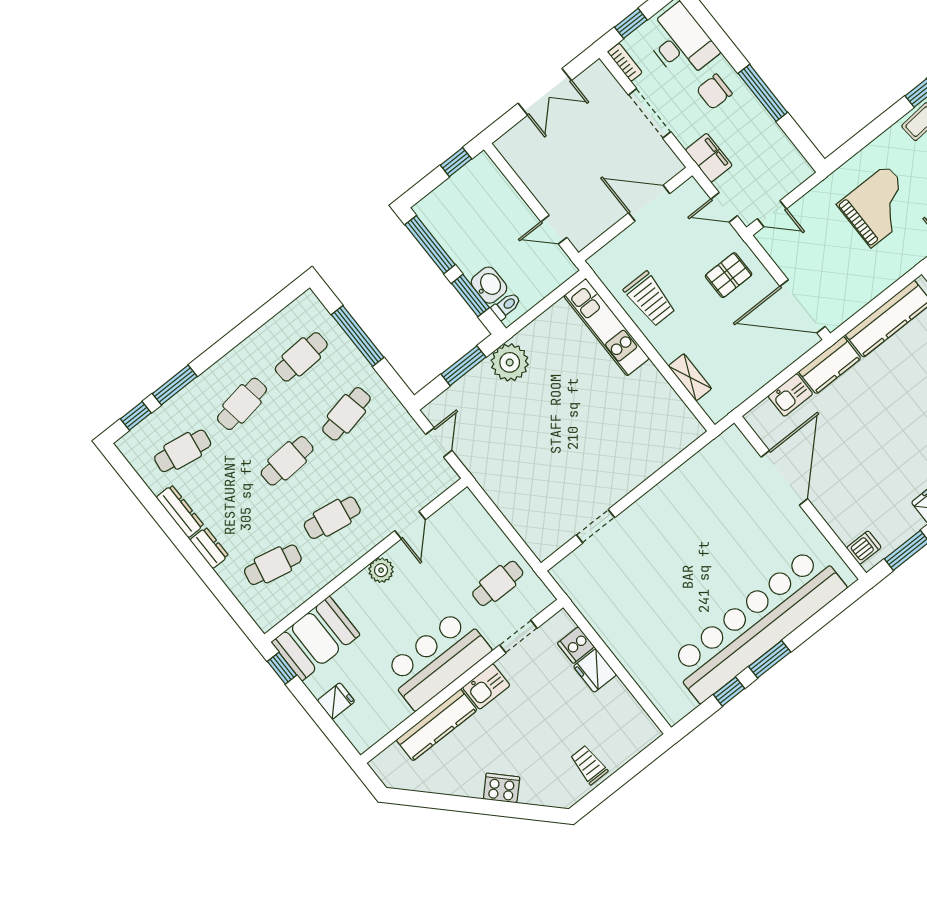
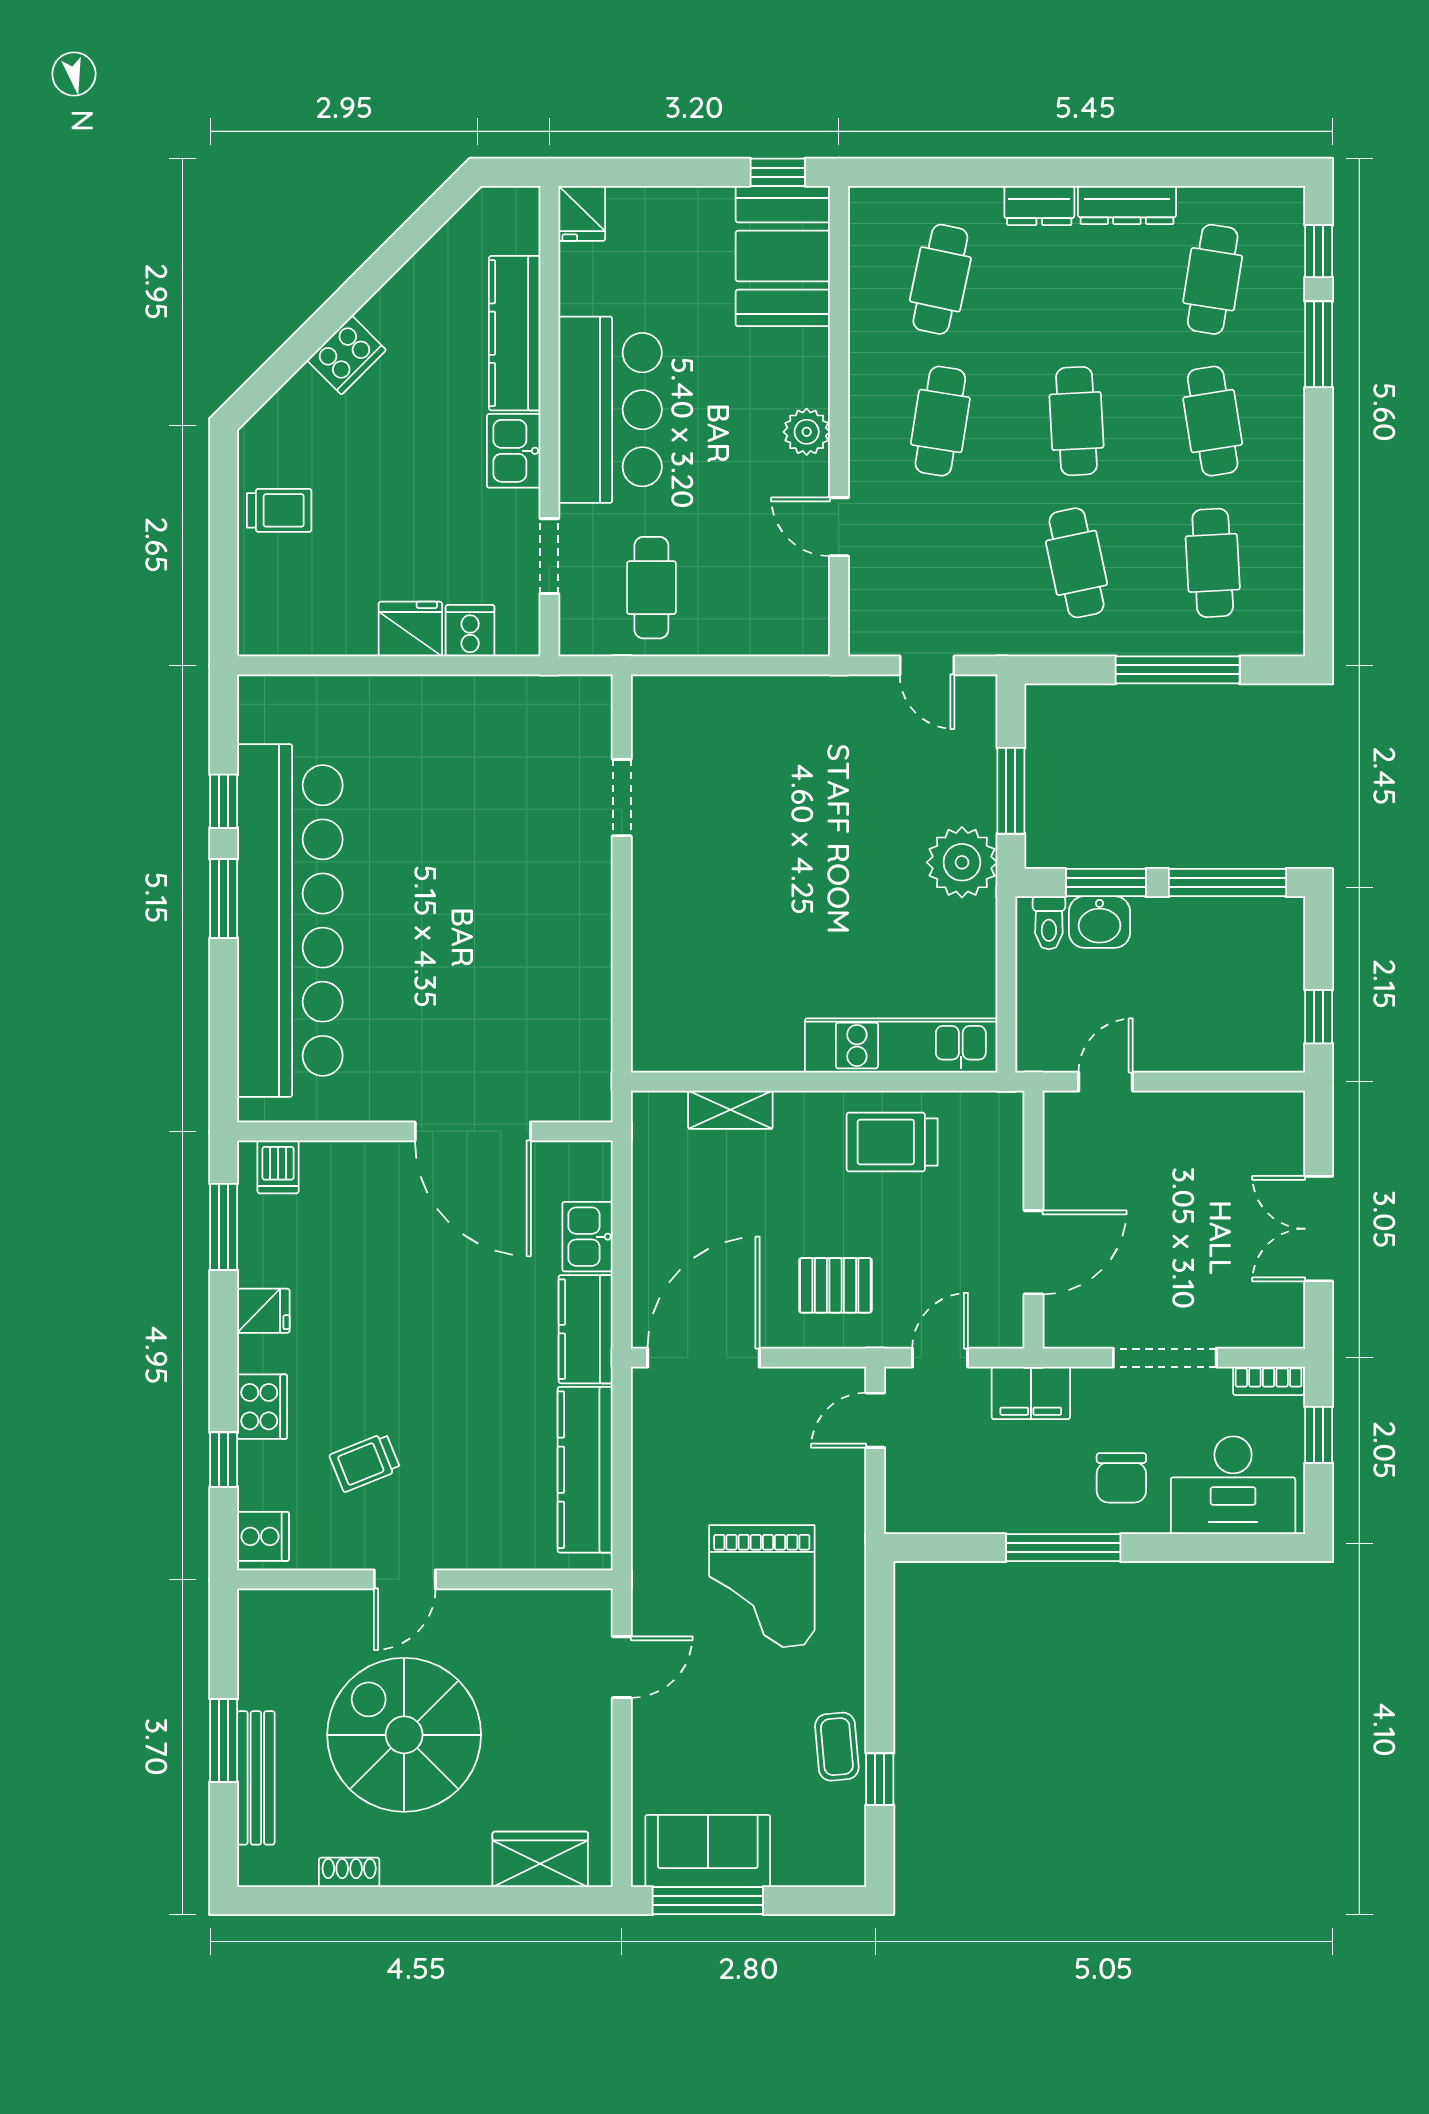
chair: (714, 92) -> (1121, 1478), turned 180
pallet: (729, 275) -> (835, 1285), turned 90
fridge: (336, 701) -> (582, 213), moved

